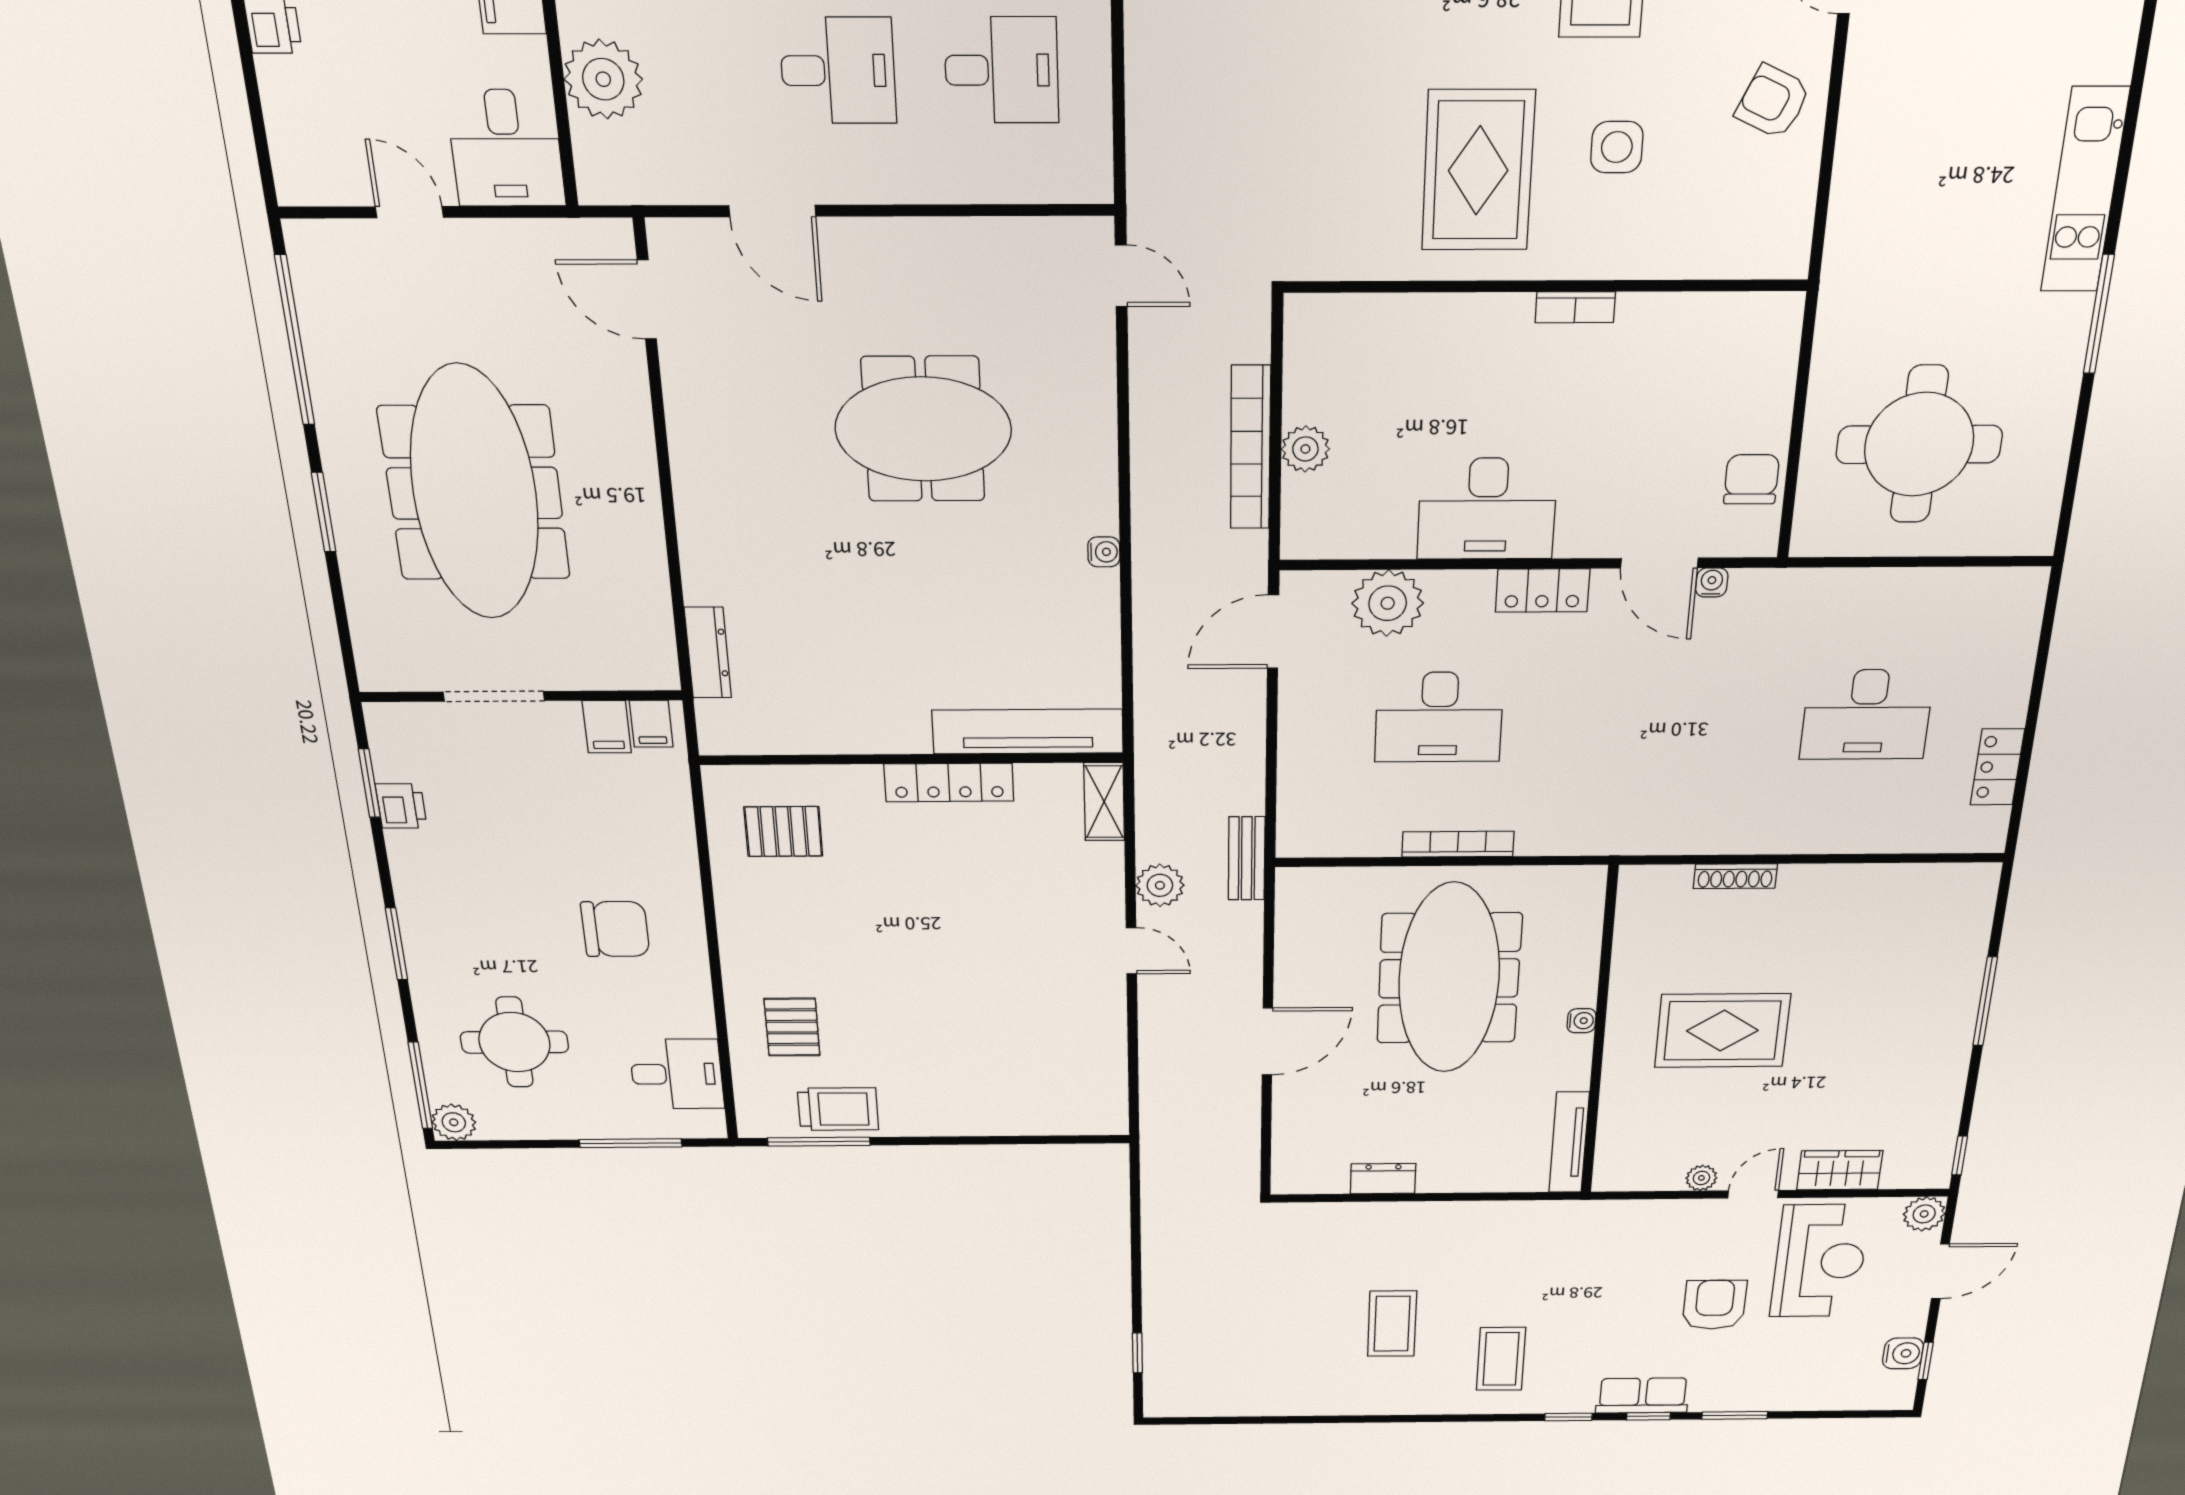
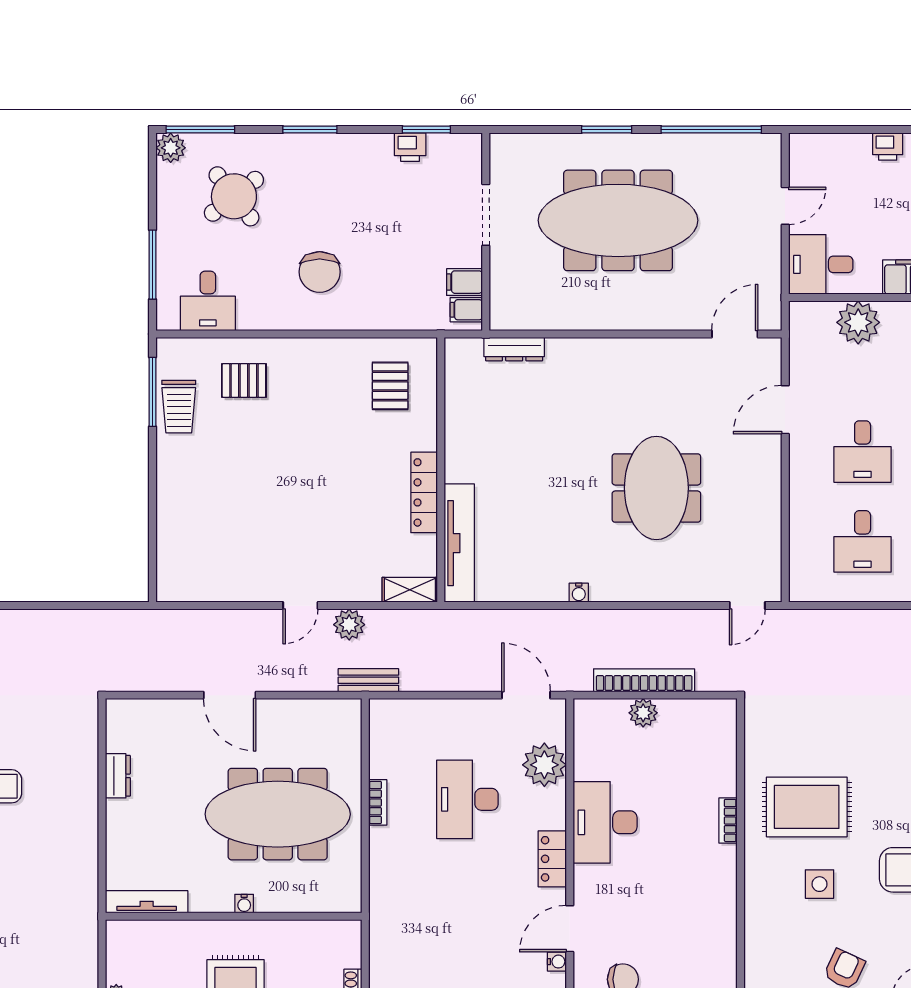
bookcase: (1575, 307) -> (728, 820), moved
bookcase: (1458, 844) -> (378, 802), width x0.64
round table: (514, 1042) -> (234, 196), turned -38

